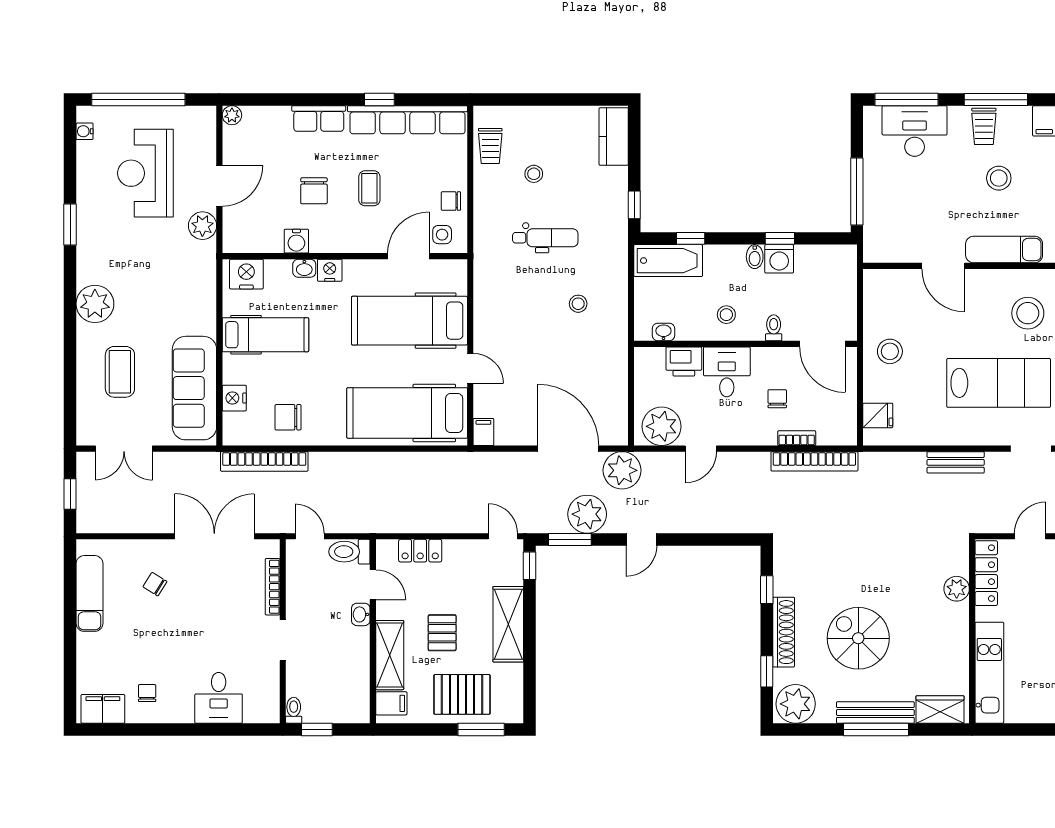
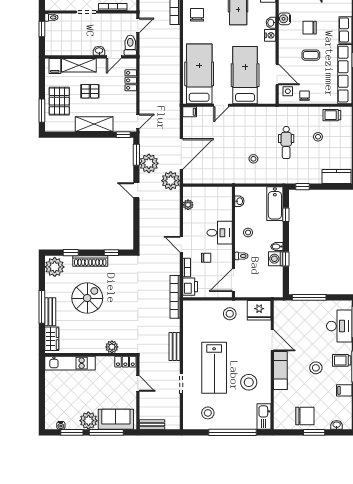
door: (943, 266) -> (272, 340), swing flipped
printer: (684, 361) -> (190, 287), moved, turned 180
fridge: (878, 415) -> (259, 310), moved, width x1.88, depth x1.34
plant: (662, 426) -> (188, 205), width x0.53, depth x0.53
door: (701, 449) -> (181, 244), moved
bookcase: (814, 461) -> (175, 297), moved
locker: (986, 573) -> (125, 362), width x0.66
bench: (875, 712) -> (50, 312), width x0.73

